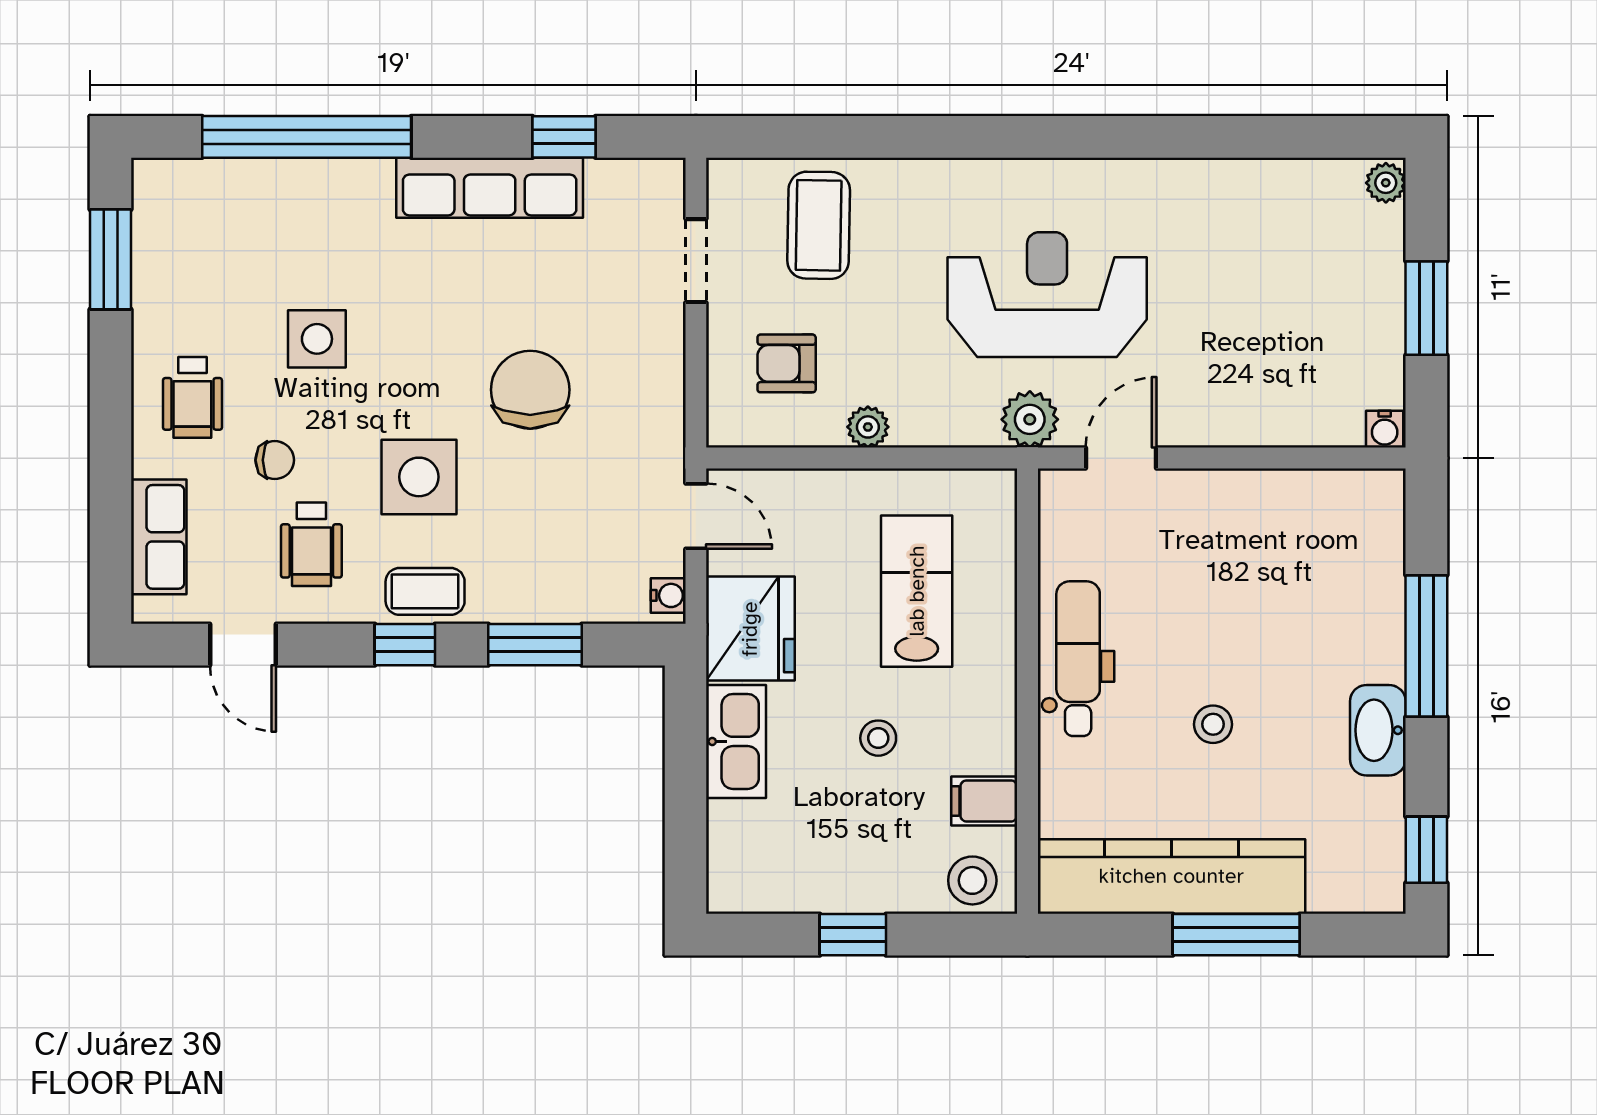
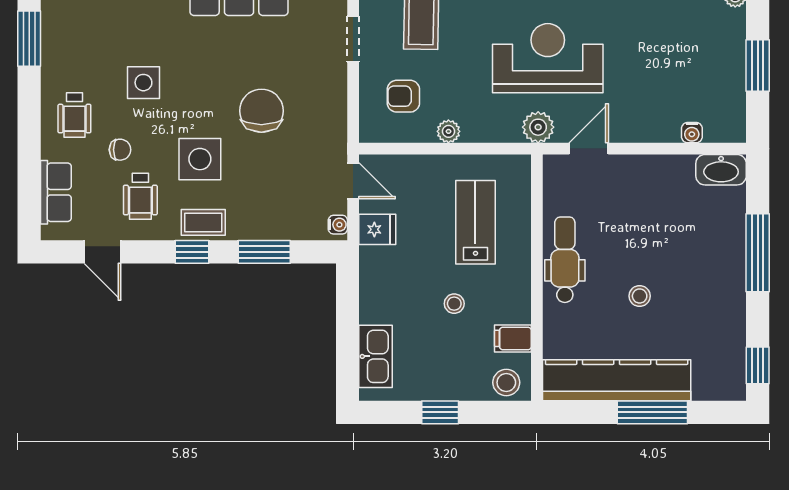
water cooler: (1385, 429) -> (692, 133), moved
fridge: (750, 629) -> (377, 229), width x0.53, depth x0.75
washbasin: (1378, 730) -> (721, 170), moved, turned -90
kitchen sink: (736, 741) -> (375, 356), moved

